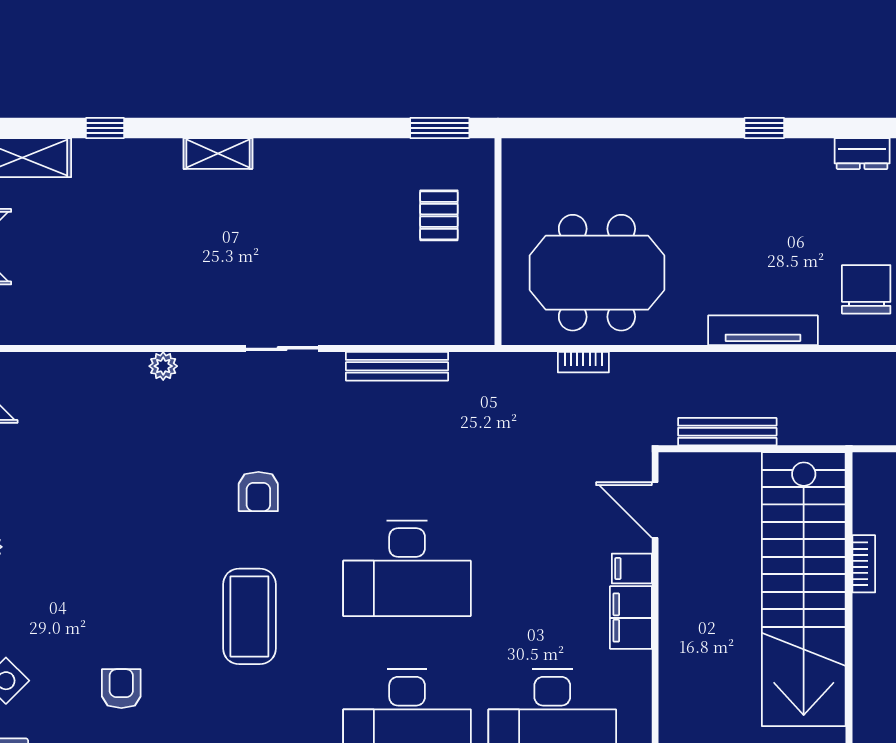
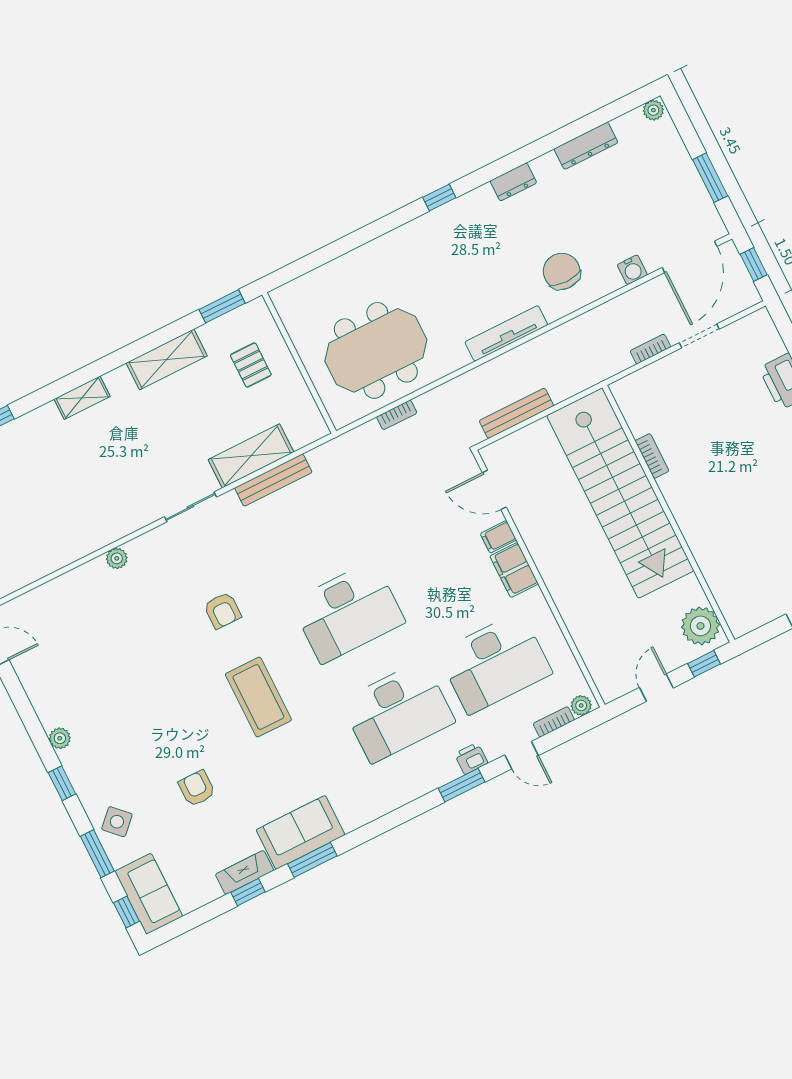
shelving: (342, 158) -> (167, 359), added
shelving: (385, 324) -> (251, 456), added

